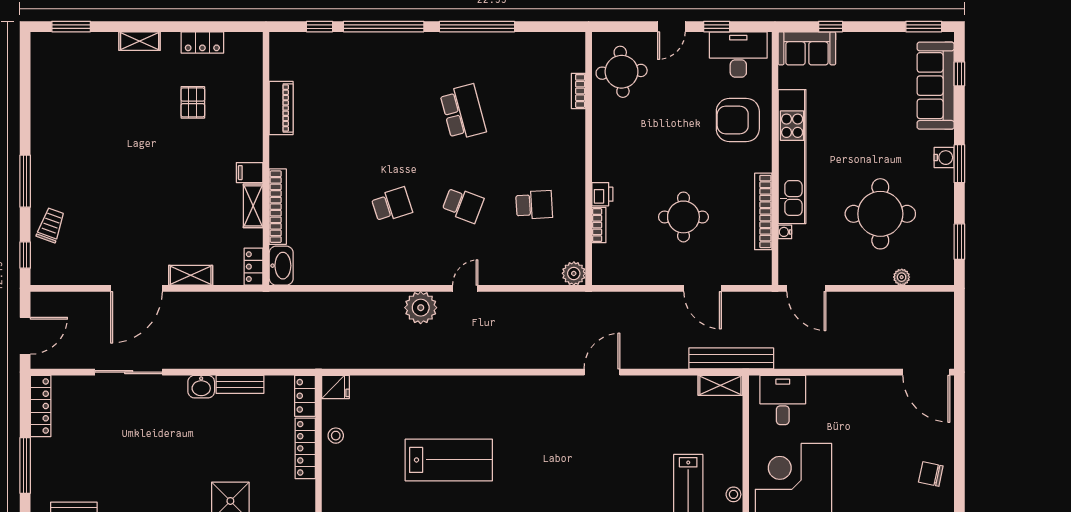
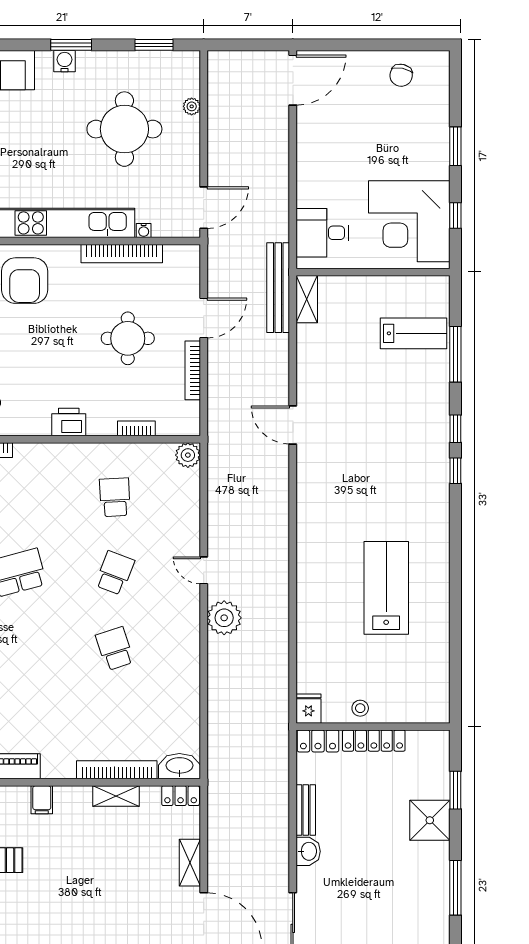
filing cabinet: (250, 173) -> (42, 800), moved
printer: (602, 194) -> (69, 422), moved, width x1.36, depth x1.24
bookcase: (653, 278) -> (193, 370), added
stool: (733, 494) -> (423, 285), removed

